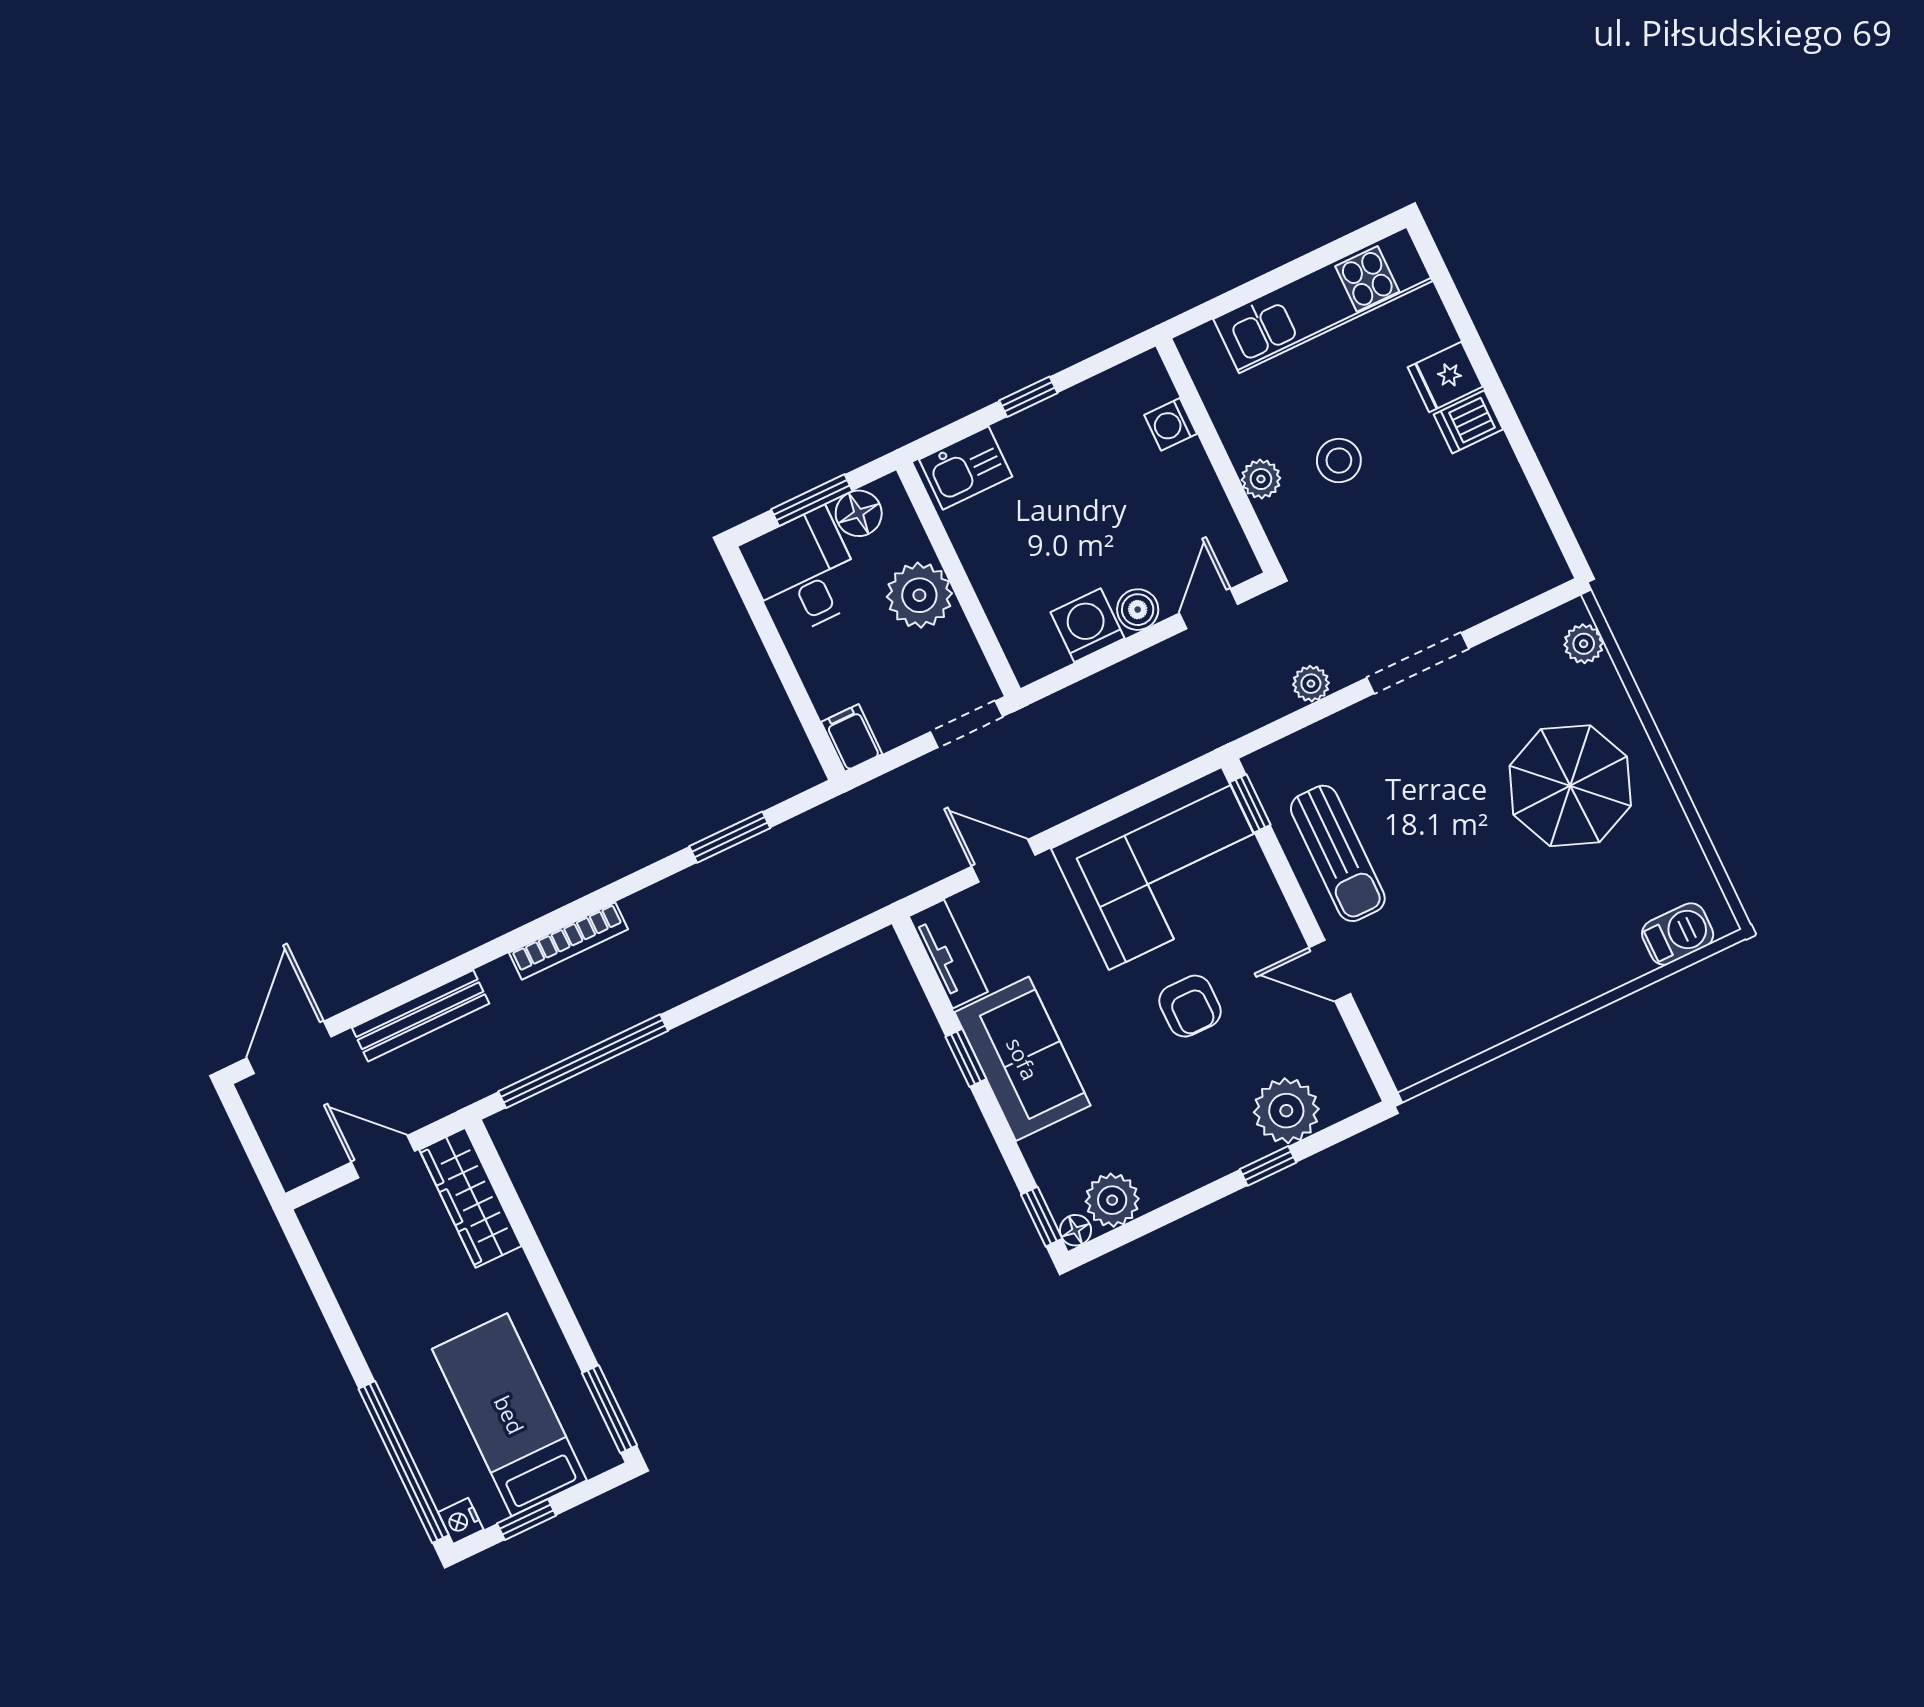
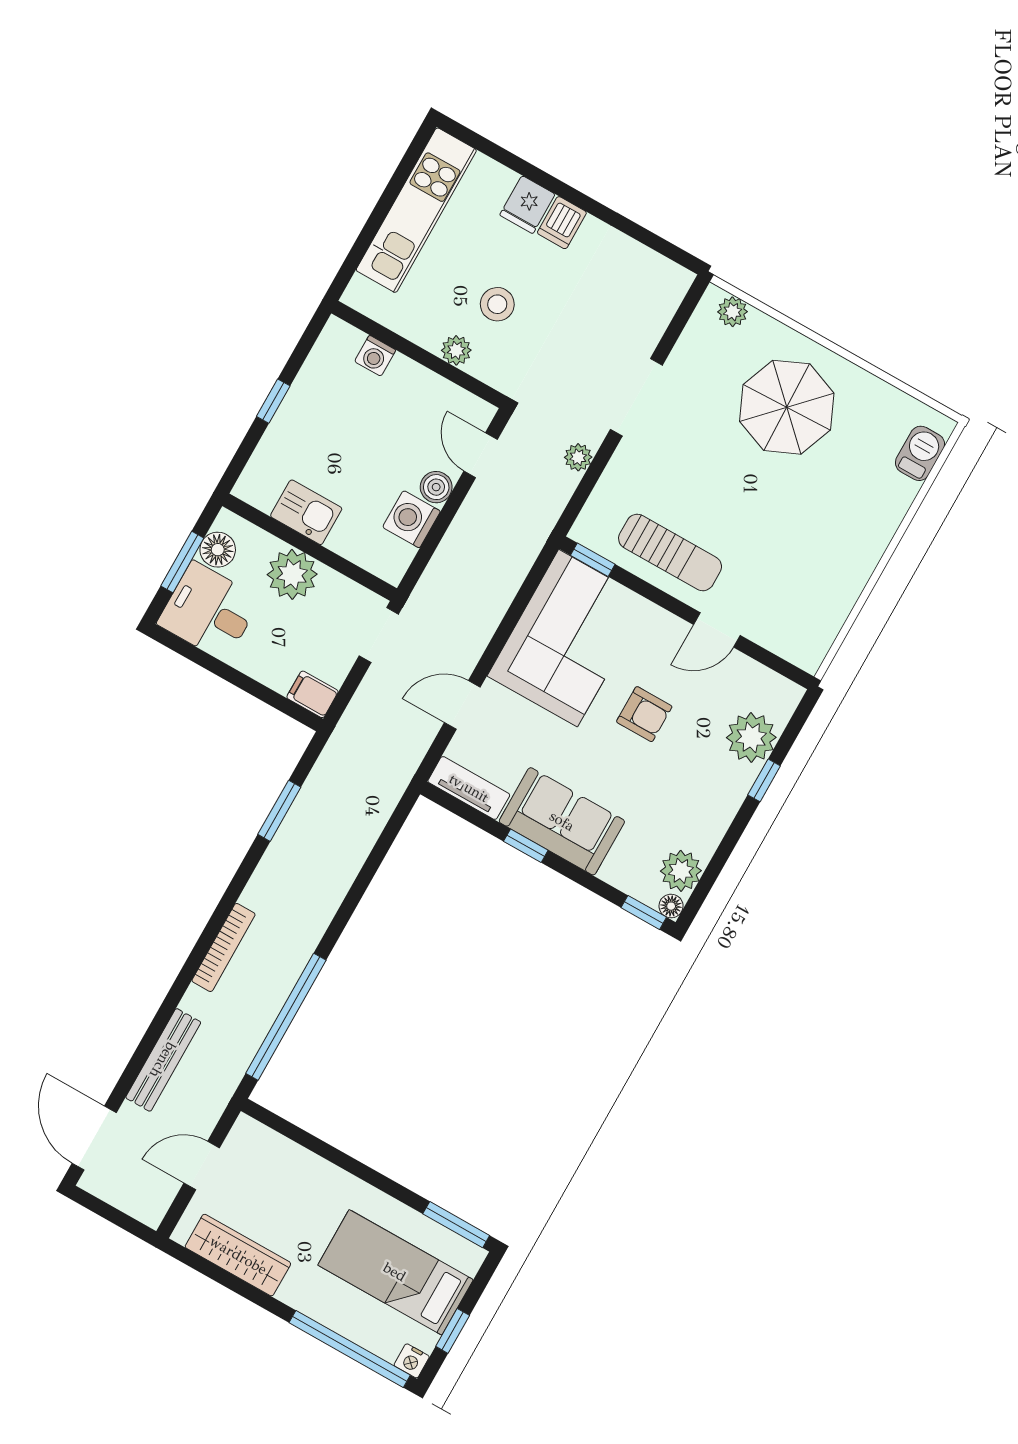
kitchen sink: (966, 468) -> (306, 512), moved, turned -90
wardrobe: (470, 1198) -> (238, 1255), moved, turned 180

